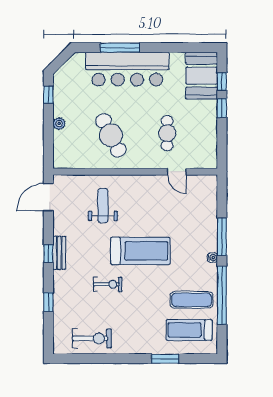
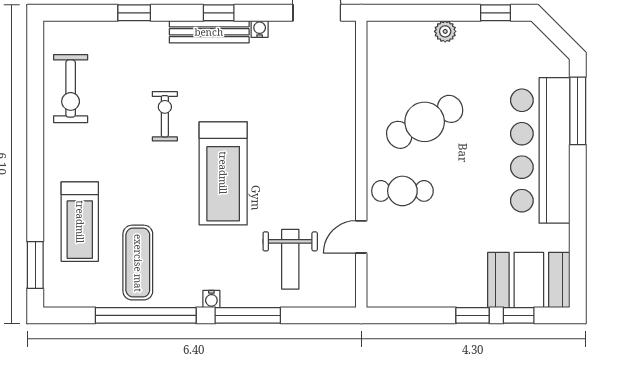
window: (120, 48) -> (578, 111), moved
cafe table: (167, 133) -> (402, 191), moved
weight bench: (103, 206) -> (290, 259), moved, turned 90
water cooler: (58, 230) -> (260, 29), added
bench: (59, 253) -> (209, 32), width x1.36
exercise bike: (108, 284) -> (165, 116), turned 180
treadmill: (189, 330) -> (80, 222), moved, turned 180
window: (165, 359) -> (35, 265), moved

